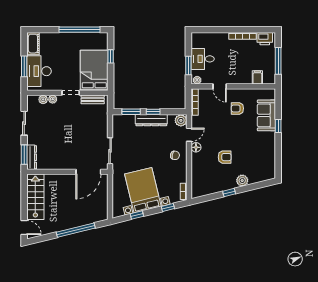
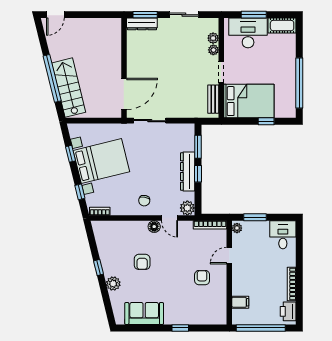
desk: (203, 59) -> (283, 235), moved
window: (278, 61) -> (261, 328), width x1.46
sofa: (266, 115) -> (144, 313), moved
door: (88, 172) -> (124, 94), swing flipped
stairs: (35, 197) -> (69, 88), moved, turned -104

